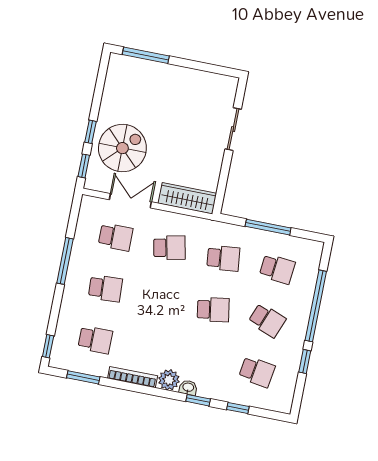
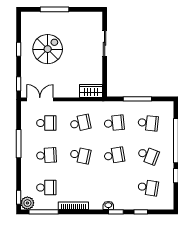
window: (146, 55) -> (55, 9), moved
window: (91, 132) -> (19, 49), moved
spiral stairs: (122, 148) -> (48, 49), moved
wardrobe: (187, 198) -> (91, 91), width x0.67
double door: (130, 201) -> (40, 99), moved
school desk: (159, 299) -> (80, 155), added
window: (83, 377) -> (44, 212), width x1.44
plant: (169, 380) -> (27, 203), moved

